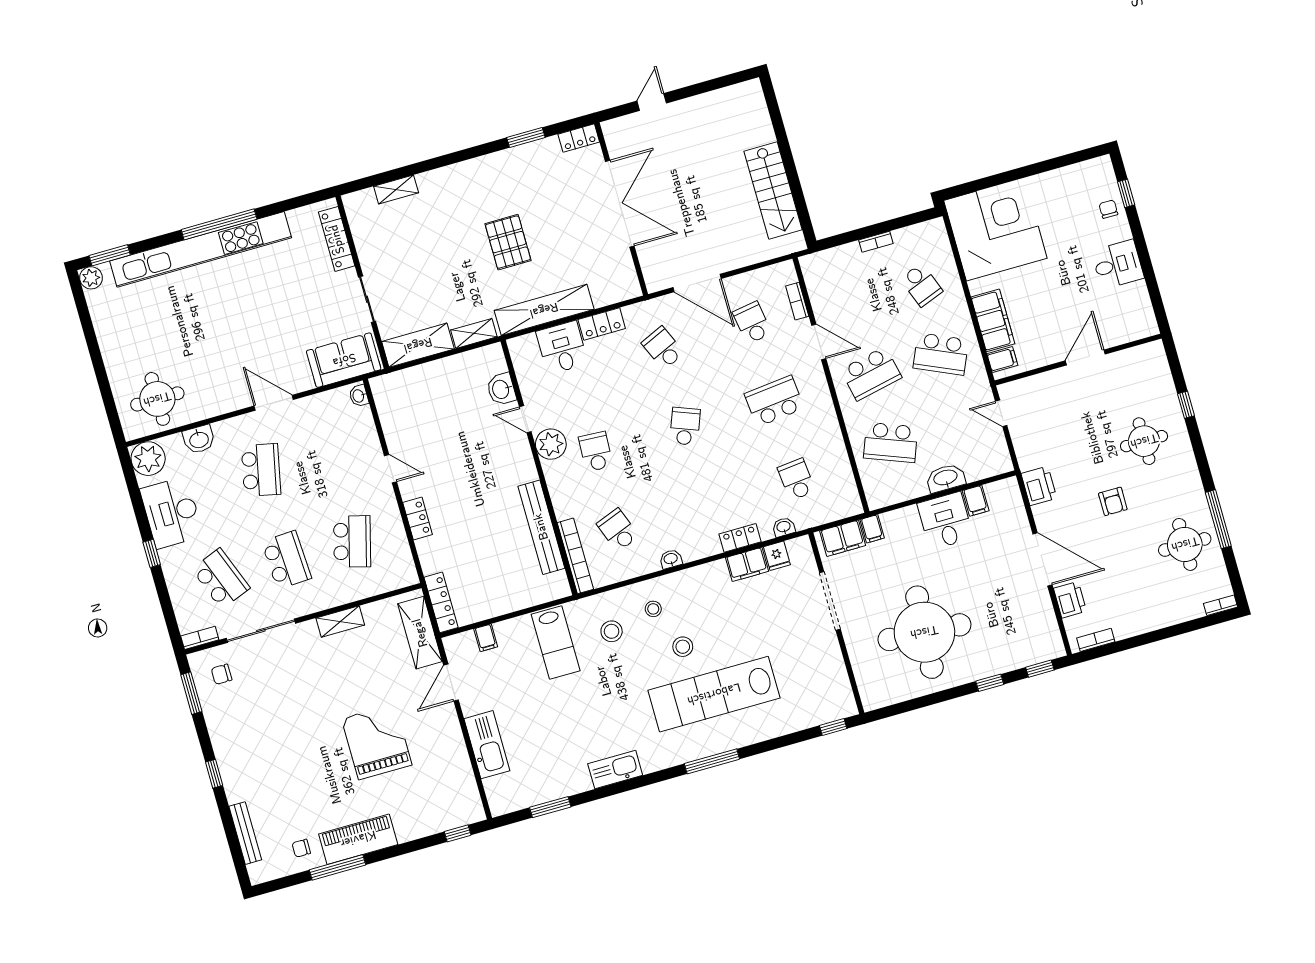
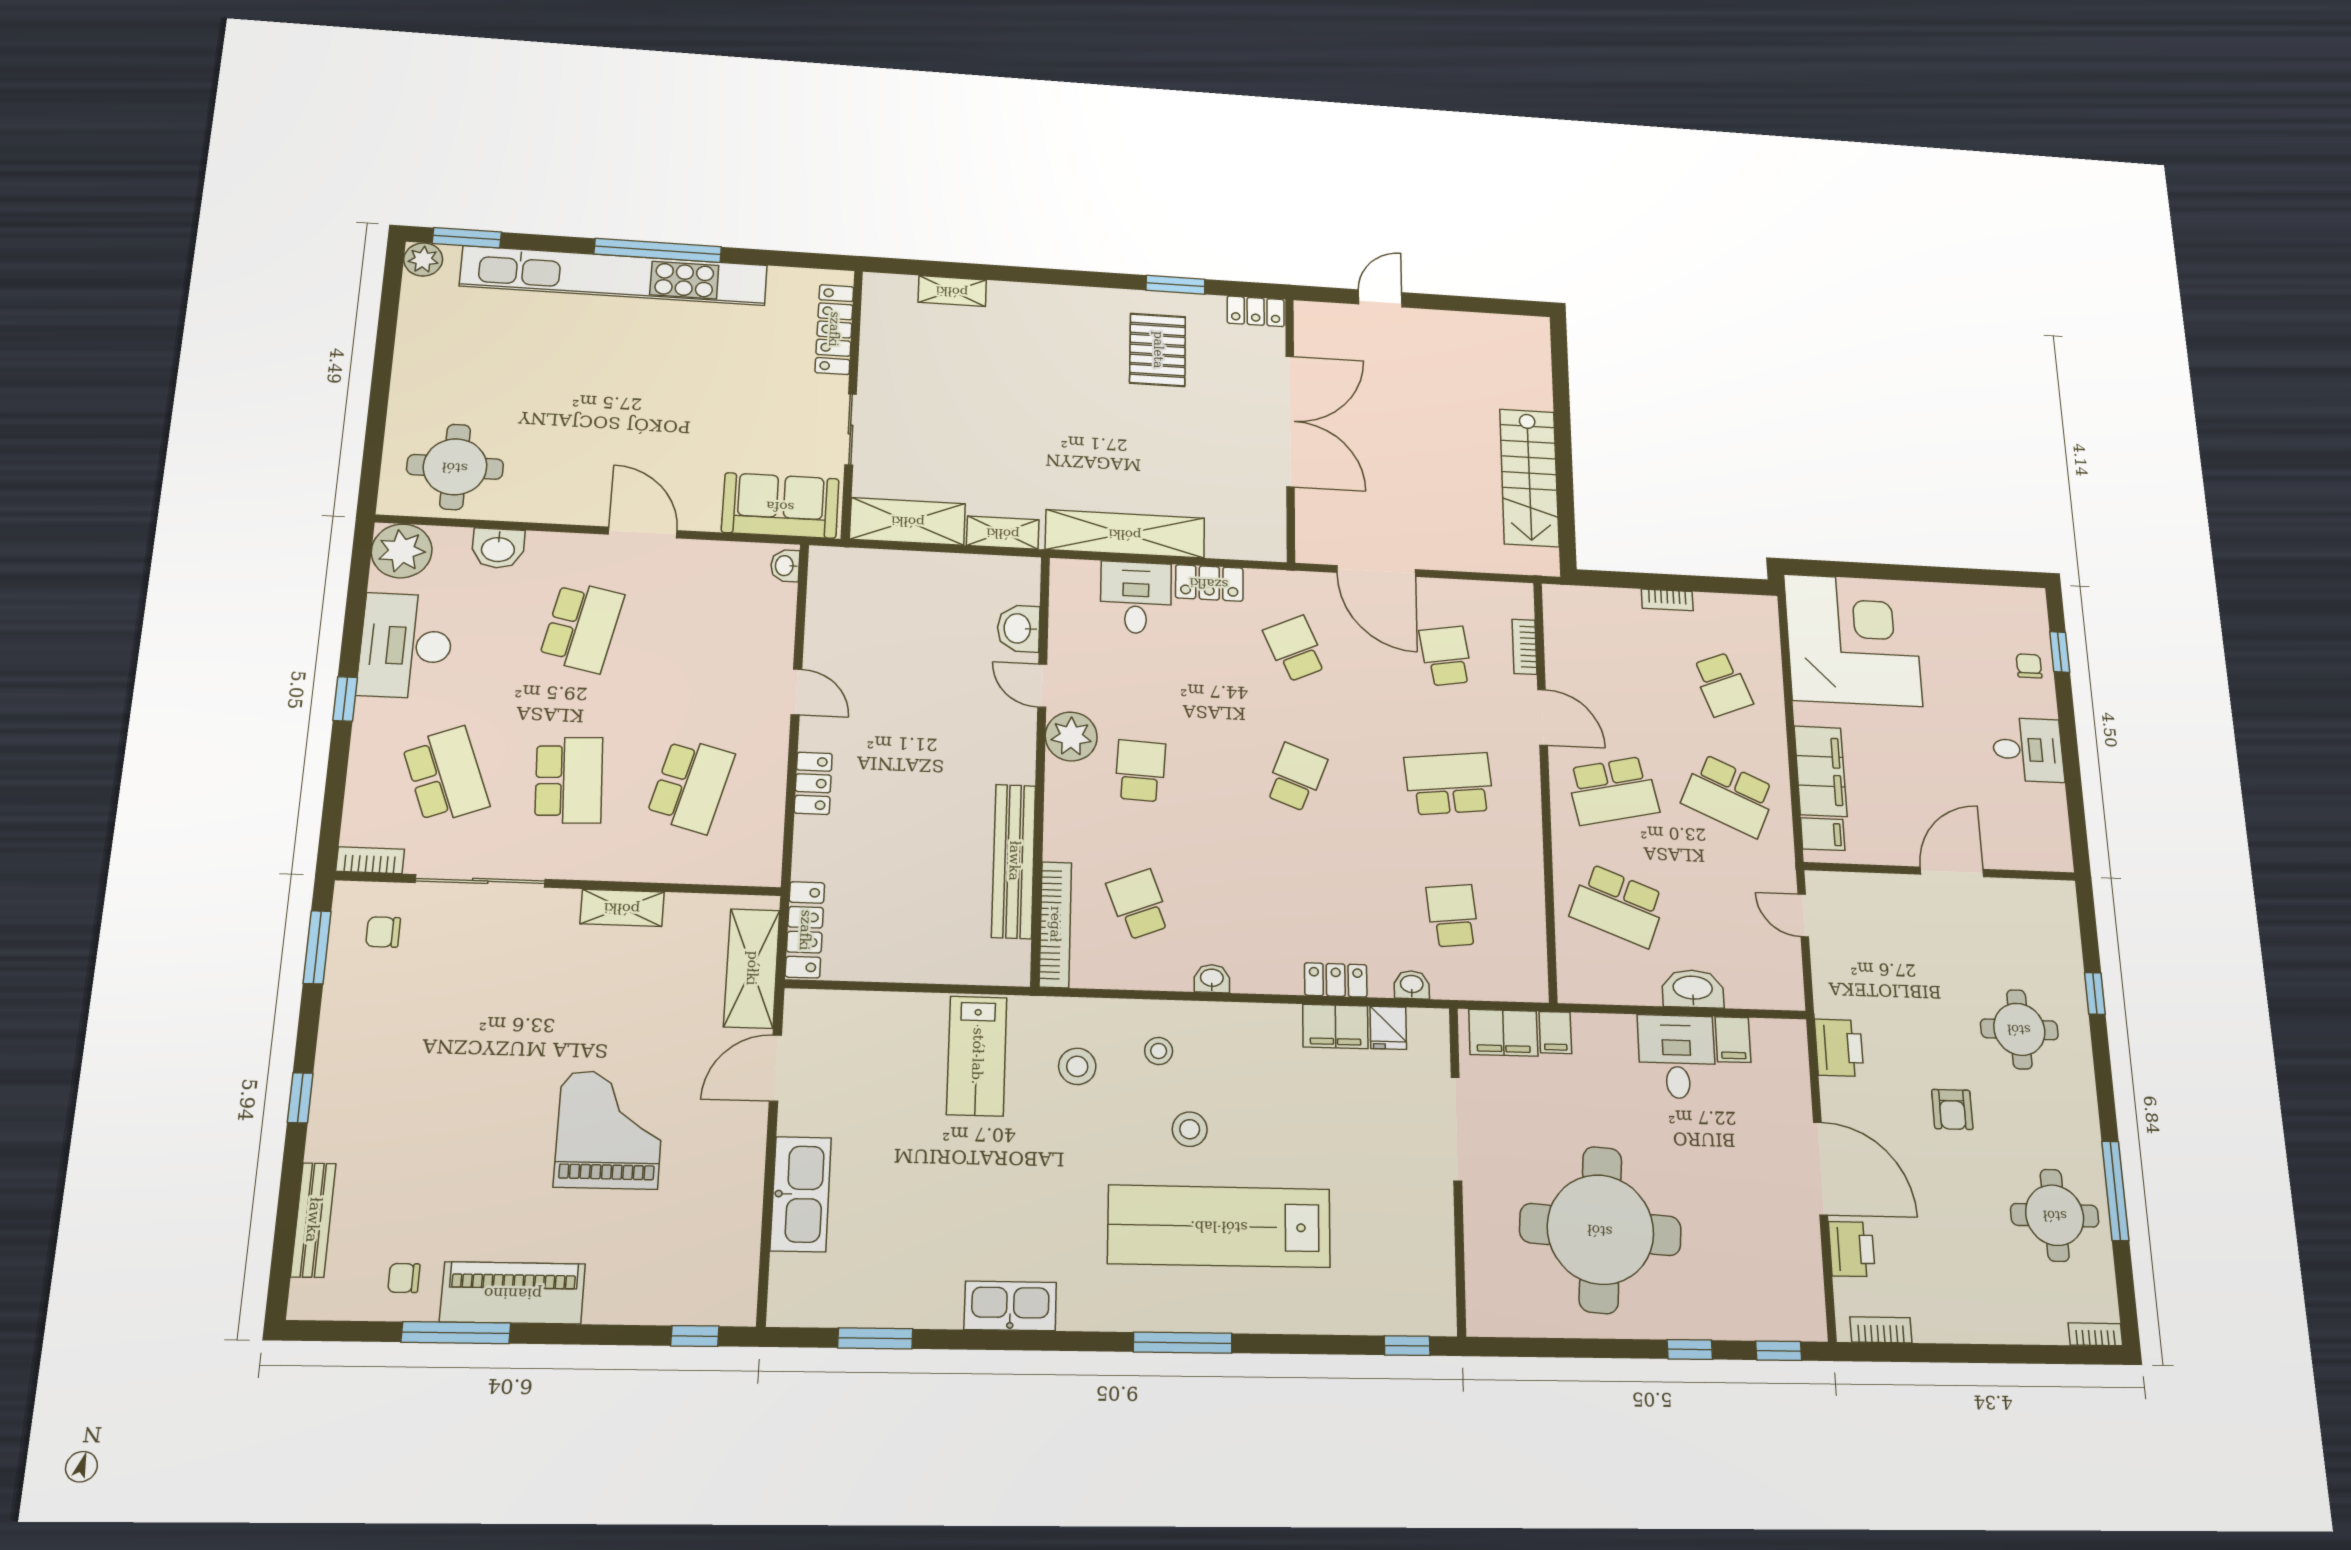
pallet: (508, 242) -> (1158, 350), moved
filing cabinet: (486, 638) -> (861, 1011), removed

